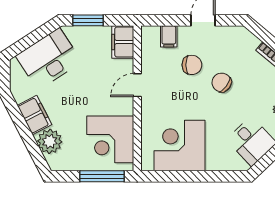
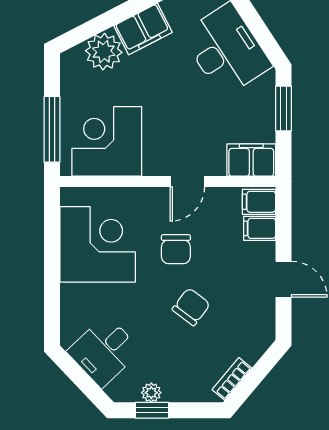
filing cabinet: (151, 37) -> (259, 202), added
chair: (192, 65) -> (176, 249), moved
door: (137, 85) -> (187, 181), swing flipped

